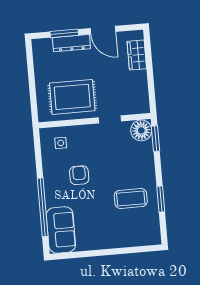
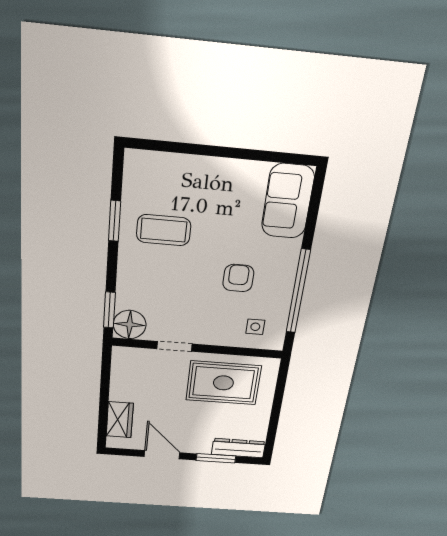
dresser: (71, 43) -> (238, 448), moved
armchair: (79, 175) -> (238, 278), turned 180
window: (43, 207) -> (298, 292), moved

